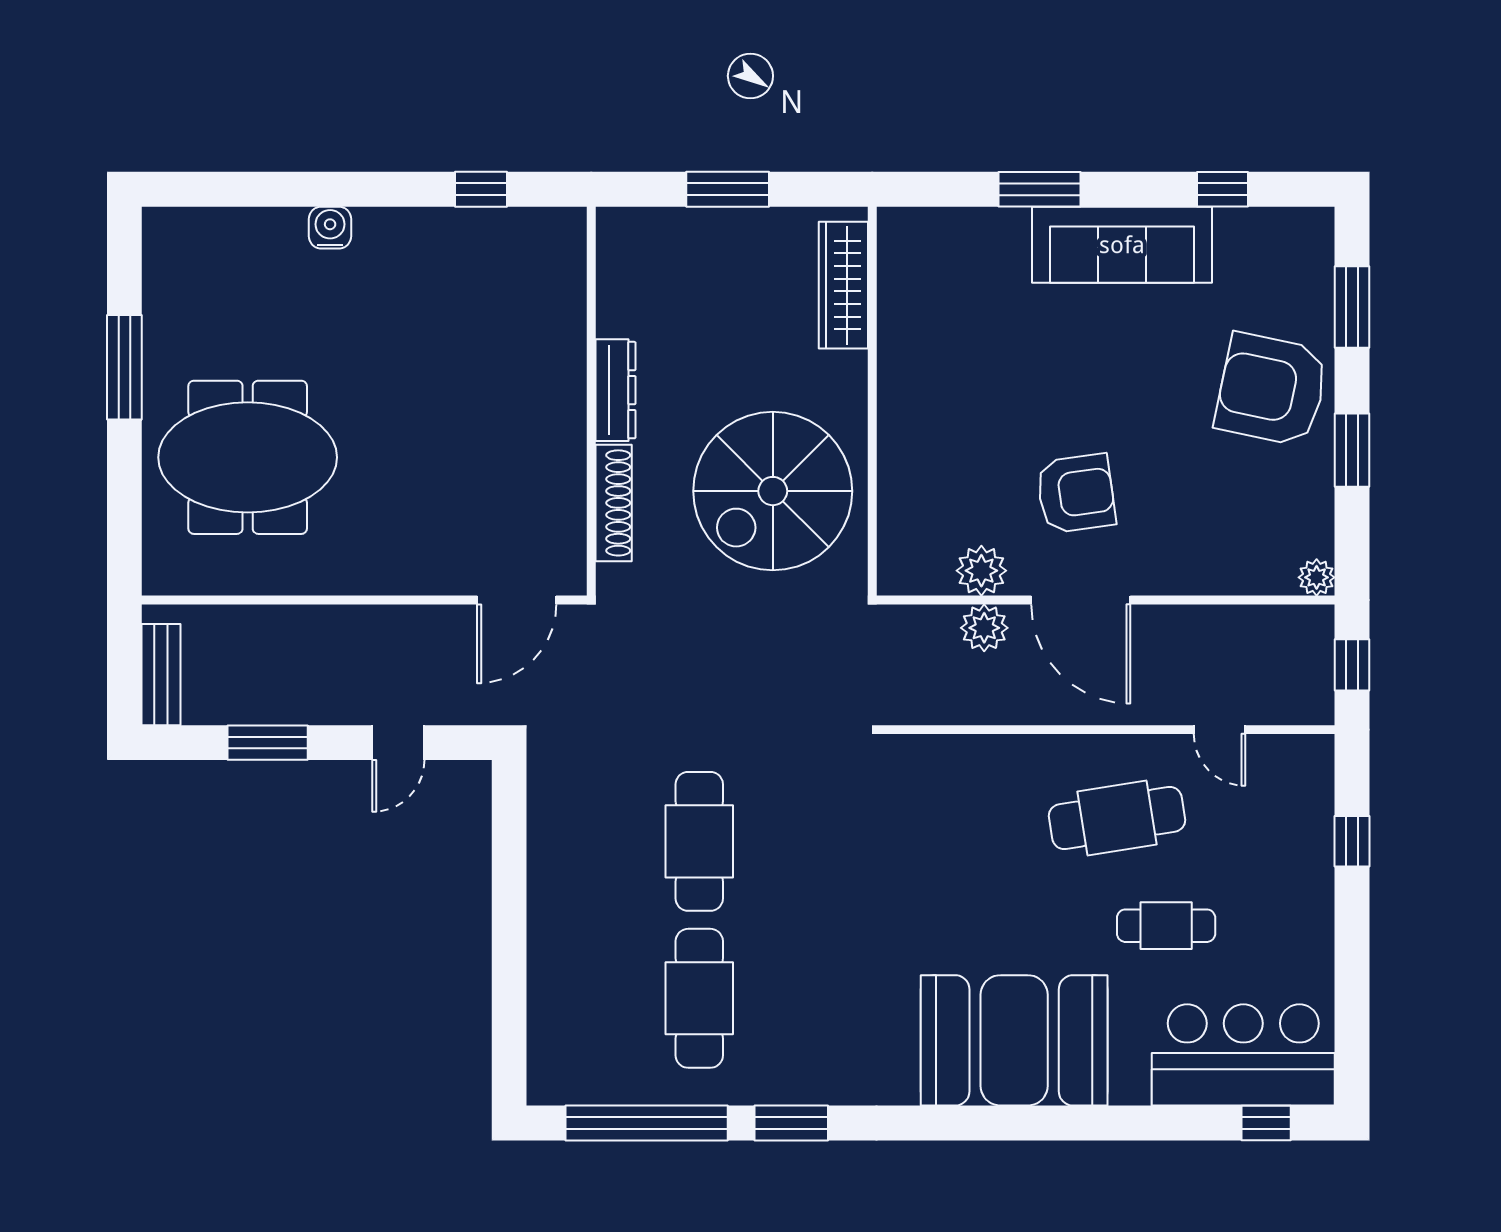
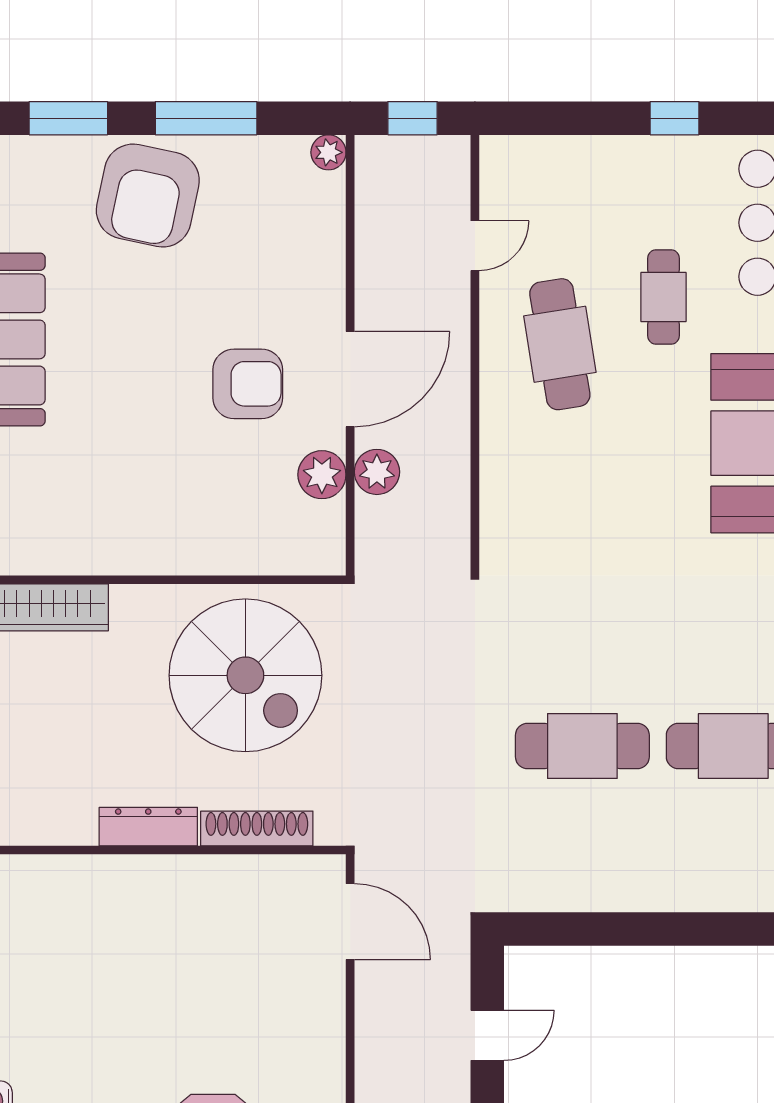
window: (1352, 450) -> (206, 118), width x1.44
armchair: (1076, 493) -> (248, 384), turned 98
door: (398, 743) -> (487, 1035), hinge flipped
window: (1352, 841) -> (675, 118), moved

